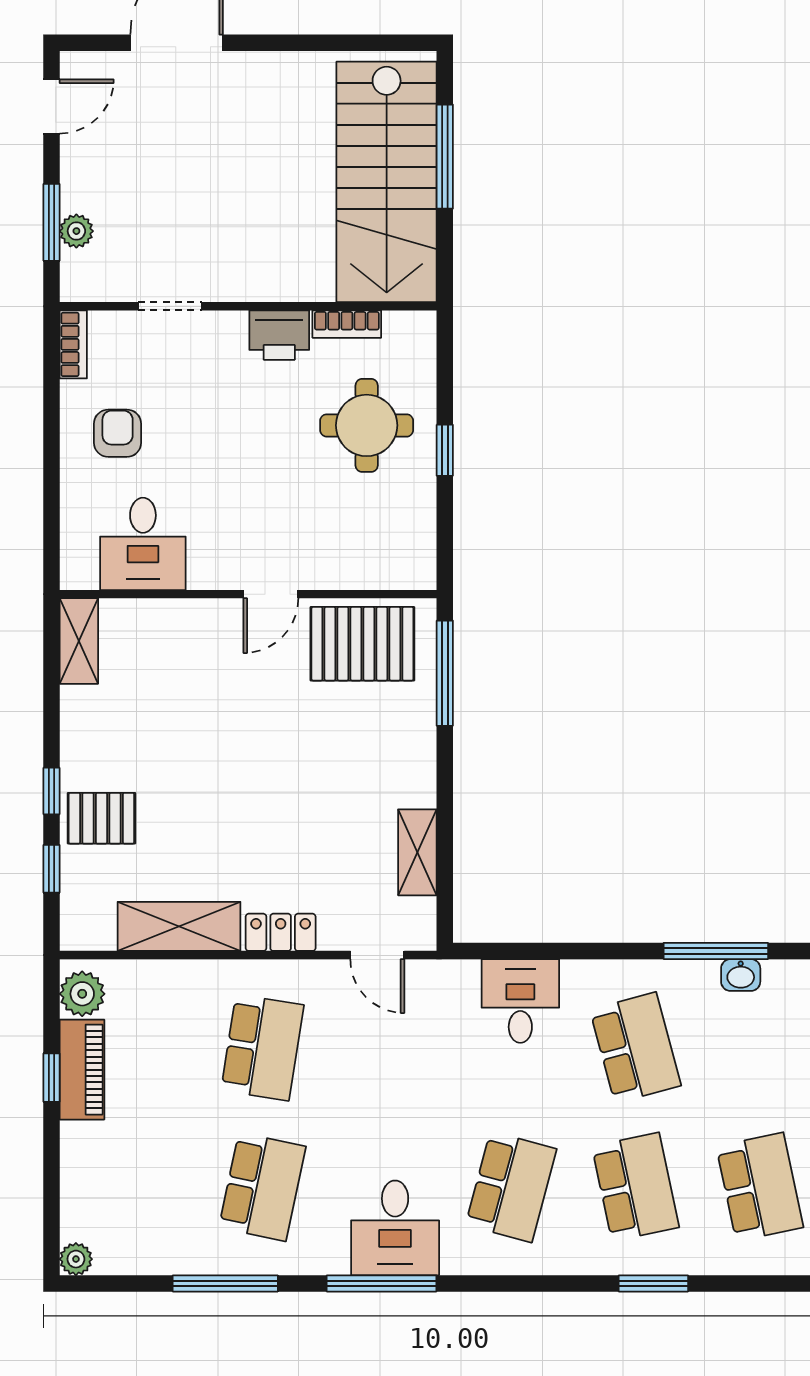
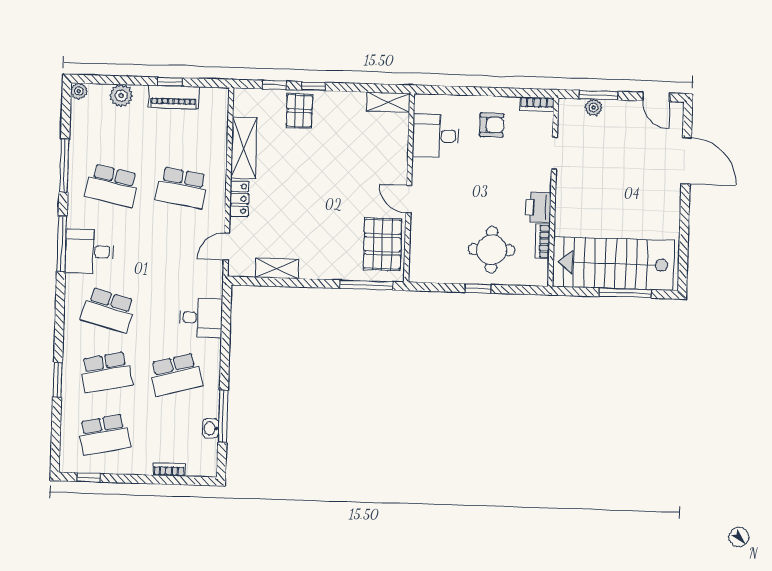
plant: (82, 994) -> (121, 96), moved

